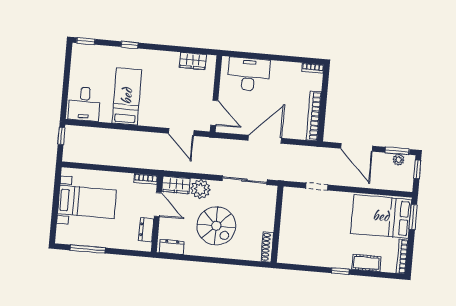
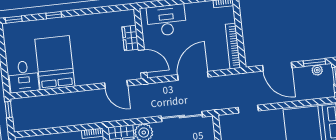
wardrobe: (193, 61) -> (130, 38), moved, turned 90
bed: (127, 96) -> (55, 63), width x1.50

